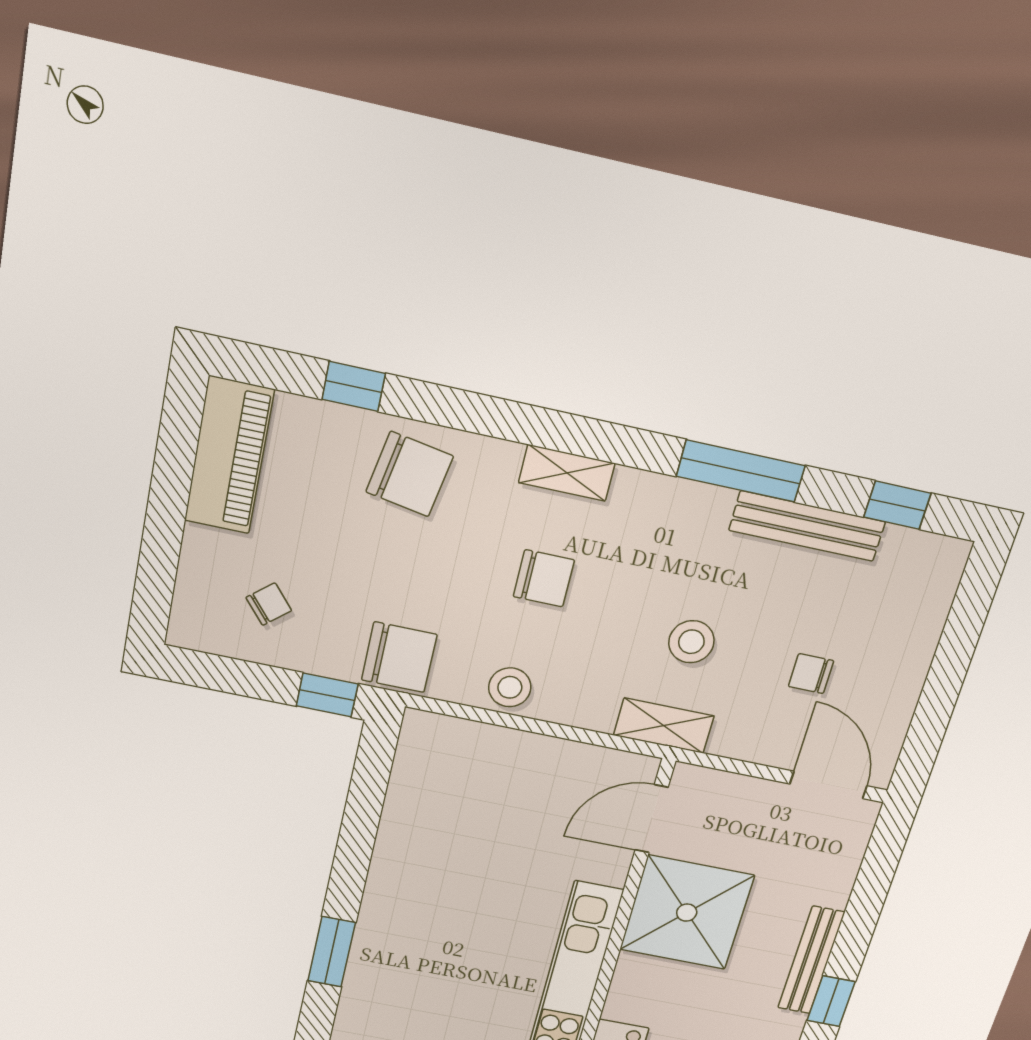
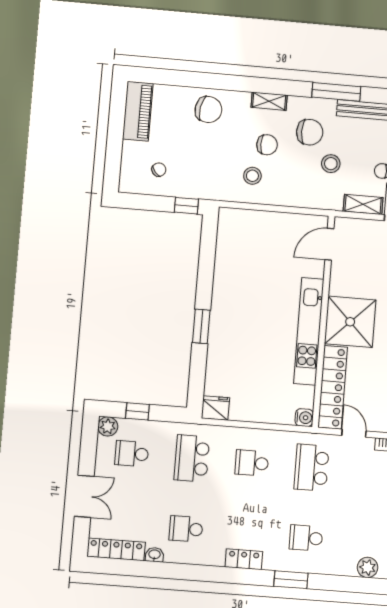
window: (354, 386) -> (183, 78), removed
chair: (399, 657) -> (310, 132), moved
stool: (510, 687) -> (252, 176), moved
shelving: (664, 726) -> (363, 204), moved
shower: (687, 913) -> (350, 322), moved

